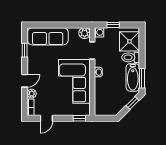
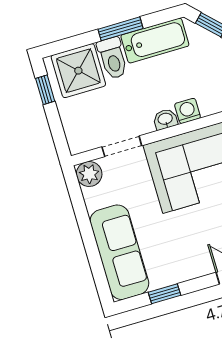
window: (113, 25) -> (45, 90), moved
washing machine: (99, 32) -> (188, 111), moved
window: (142, 78) -> (121, 29), moved

